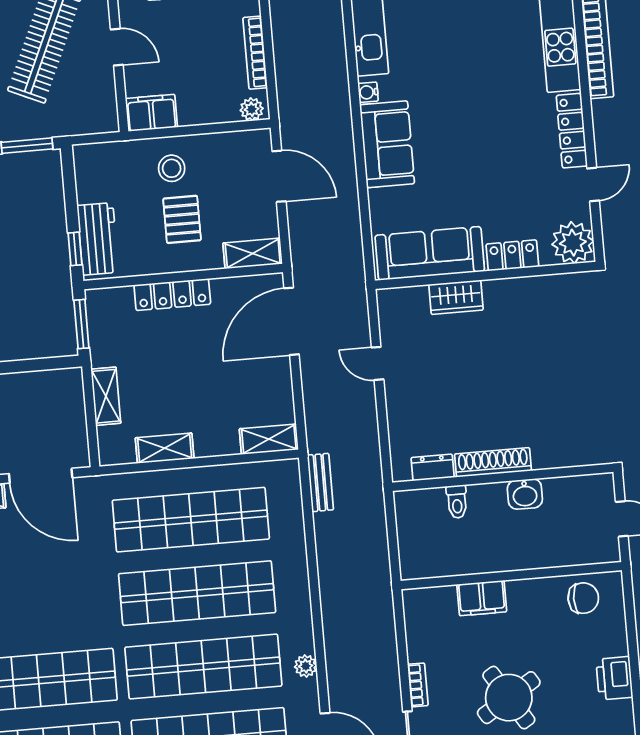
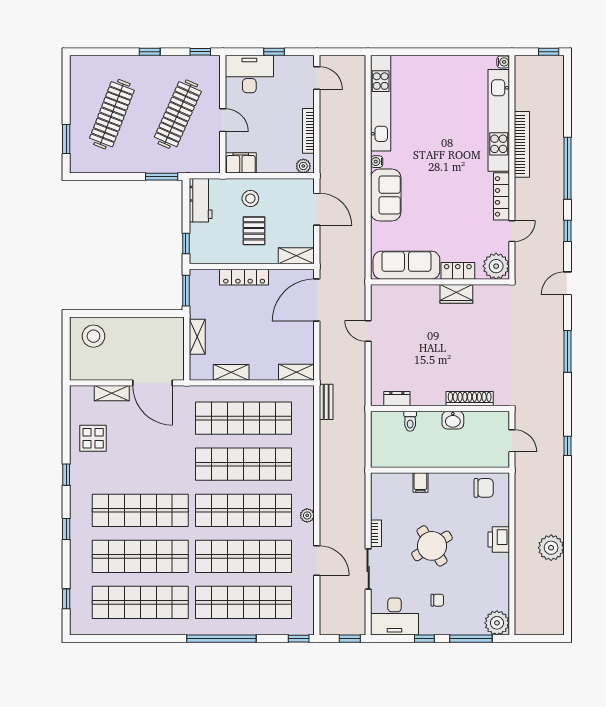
workbench: (98, 239) -> (201, 200), moved
wardrobe: (456, 297) -> (456, 294), moved
shoe rack: (493, 462) -> (470, 399), moved
filing cabinet: (482, 598) -> (420, 483), width x0.50

